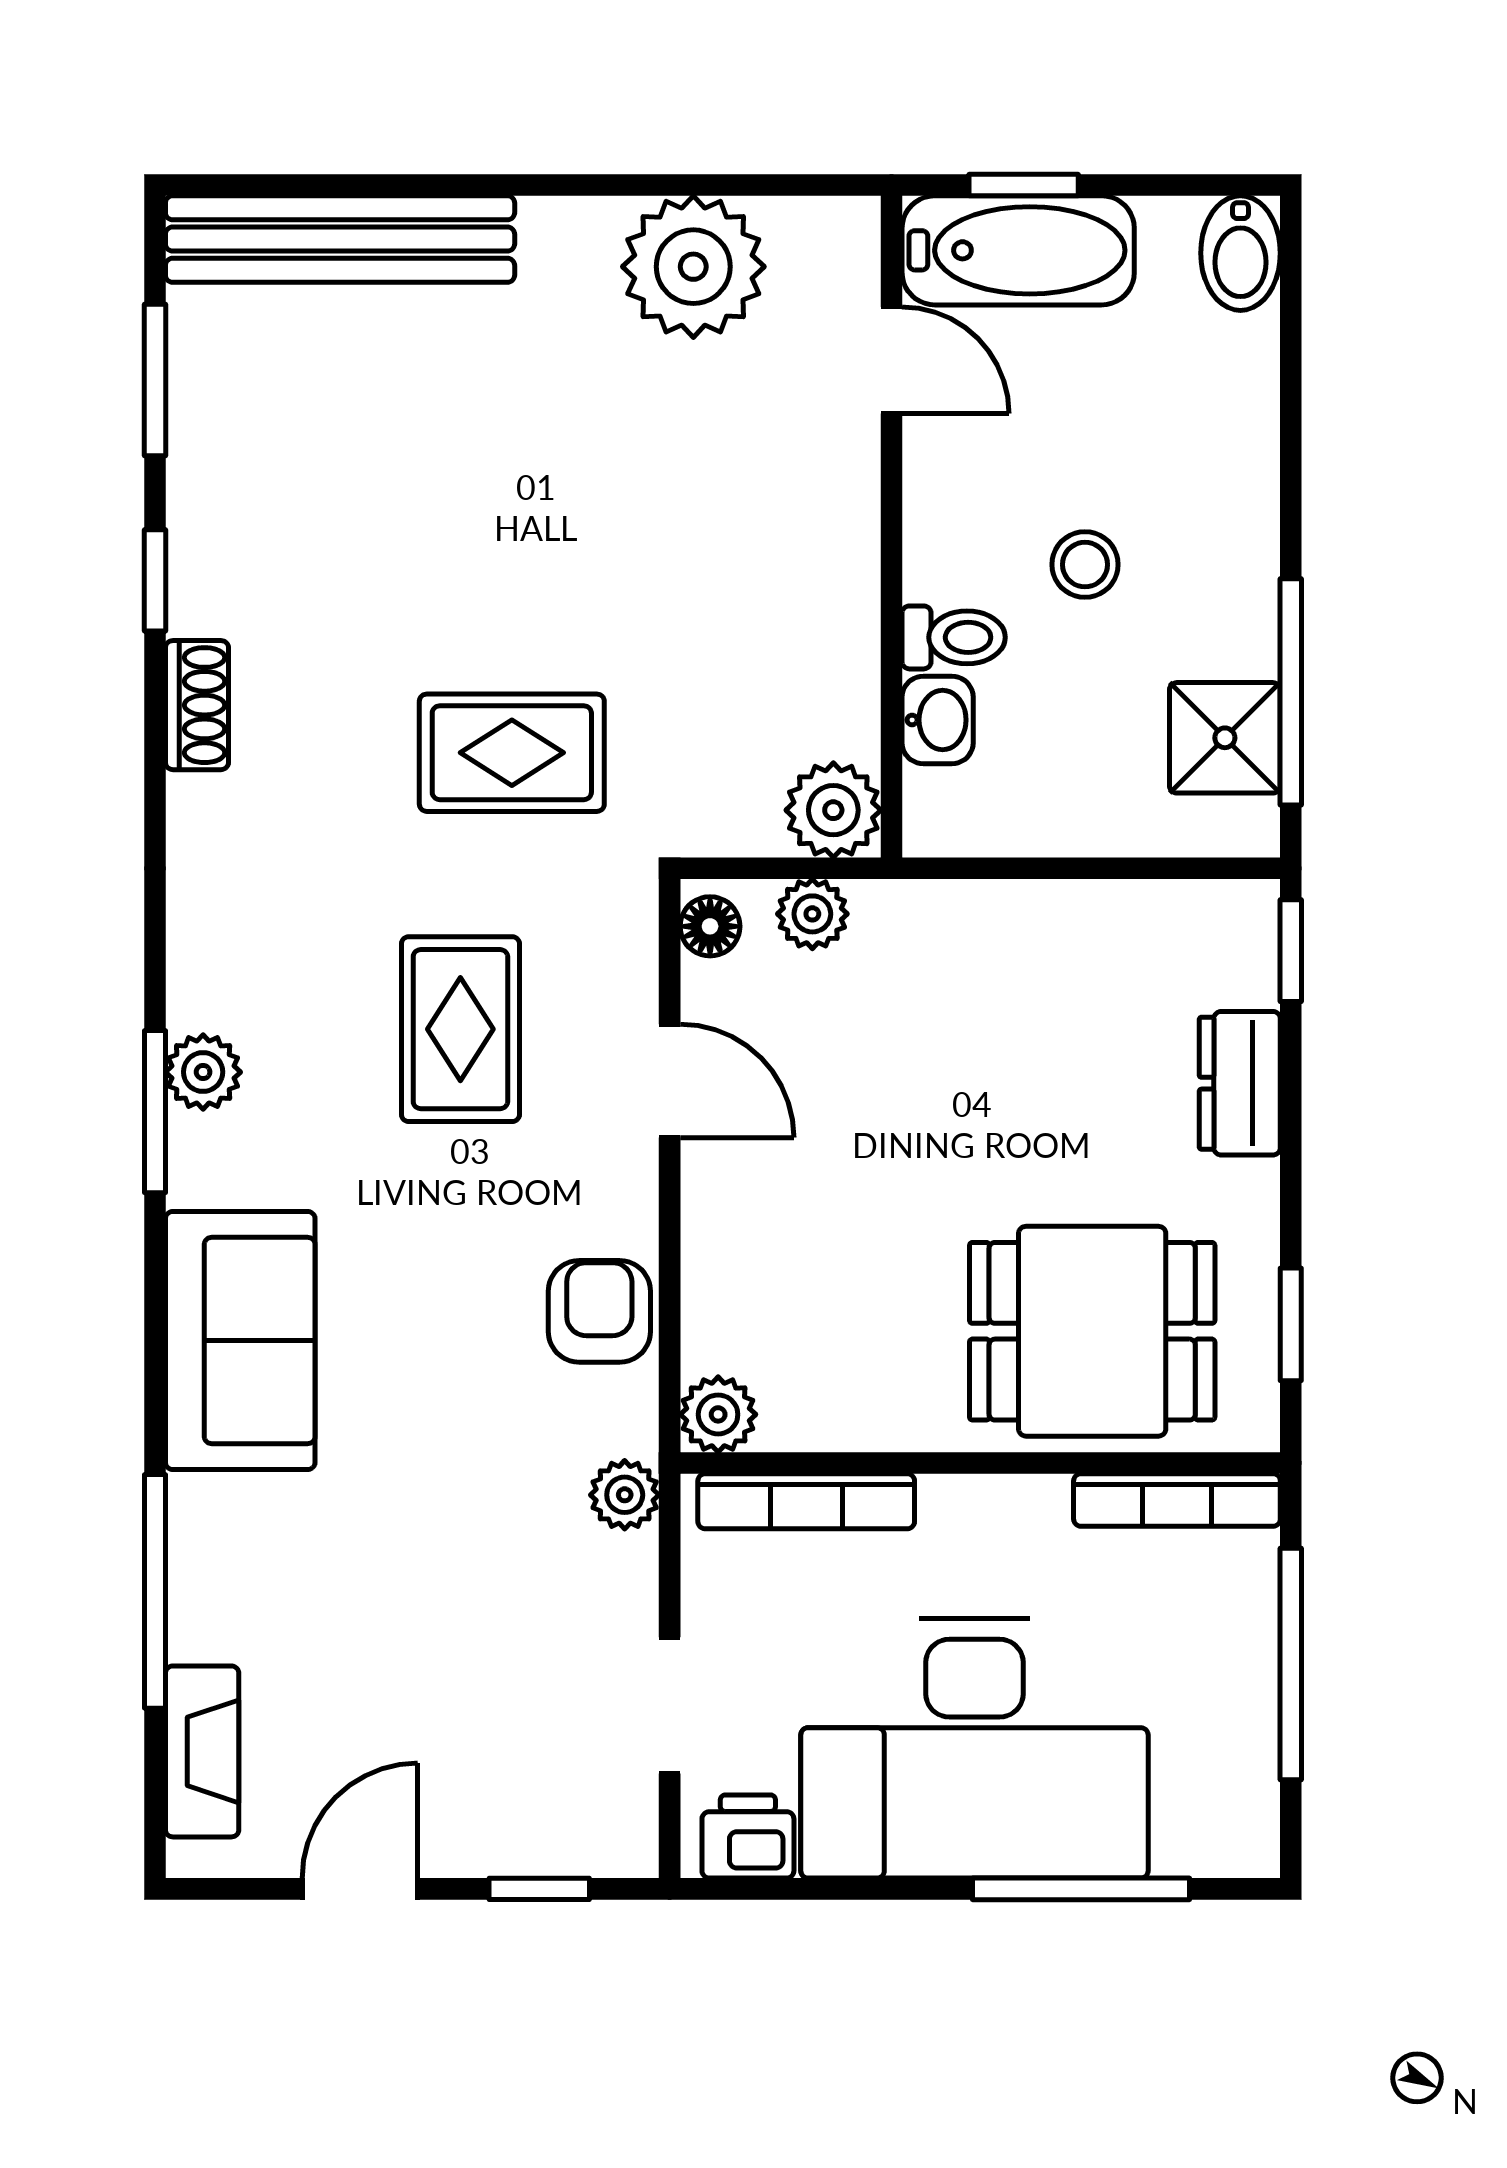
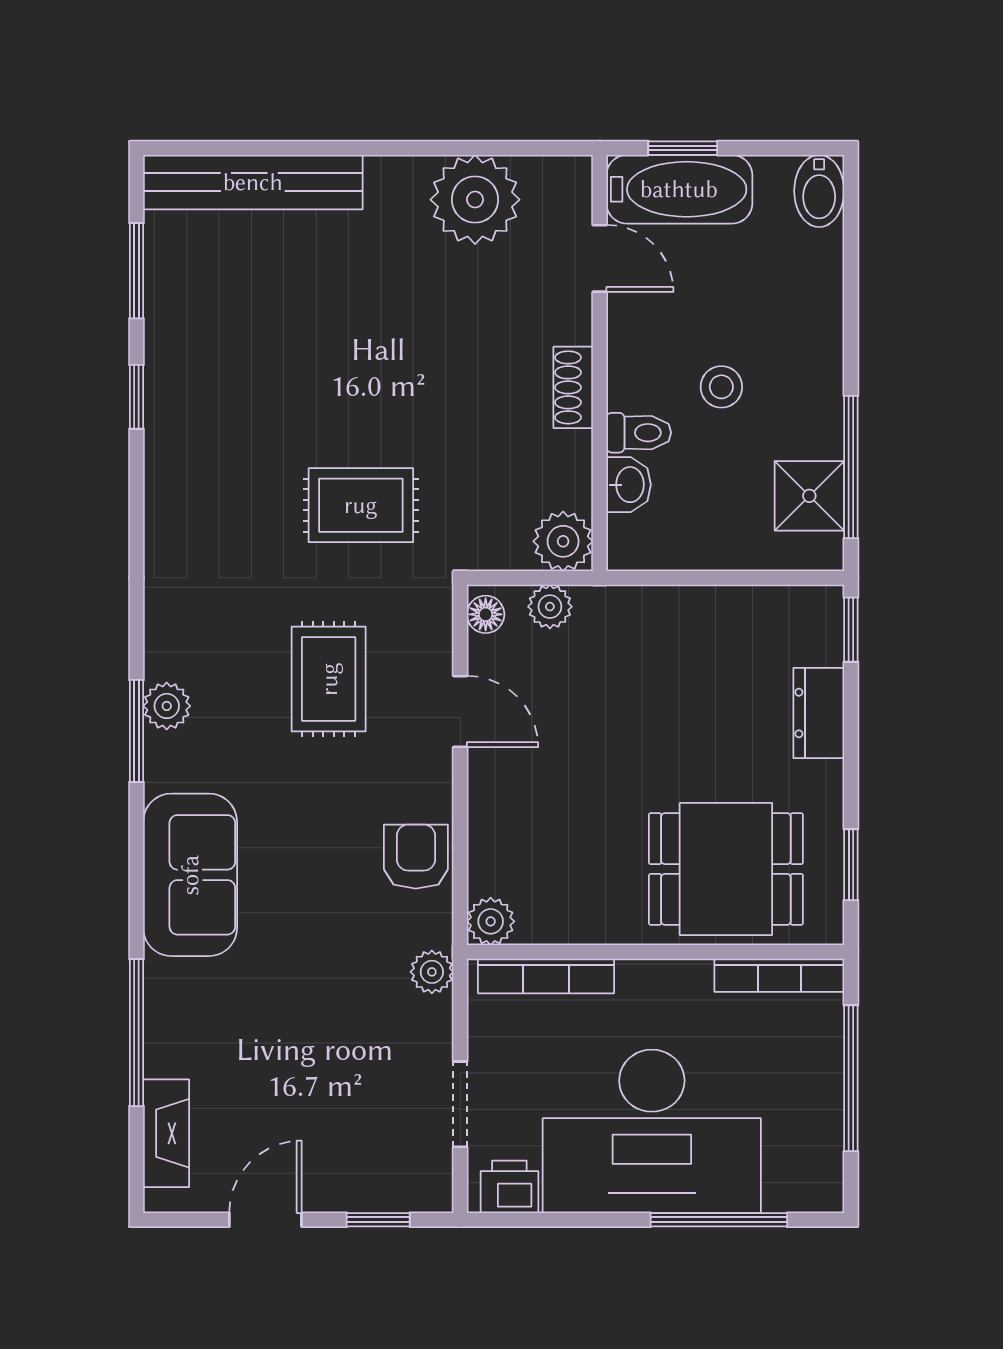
shoe rack: (197, 705) -> (573, 387), moved, turned 180

